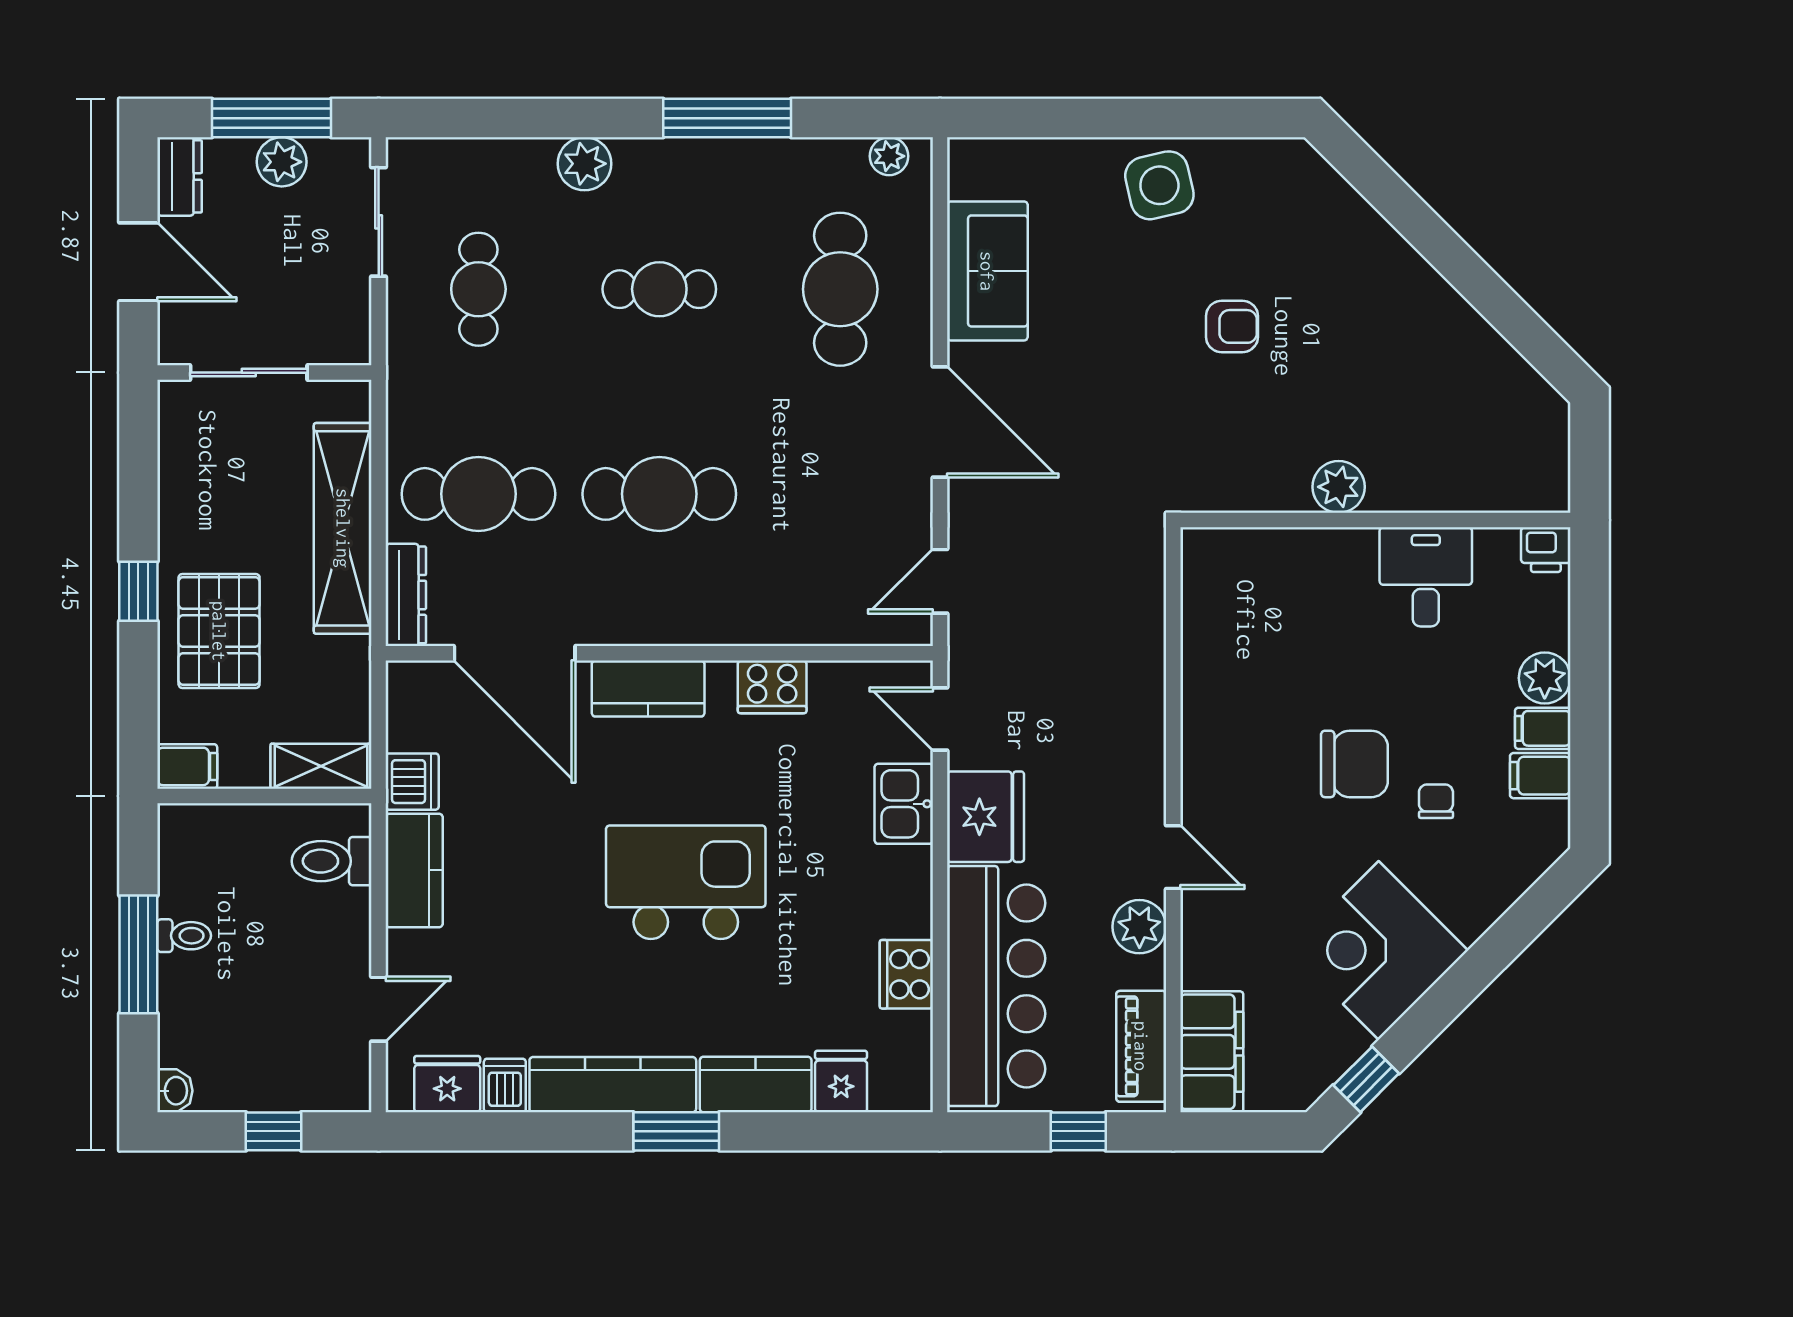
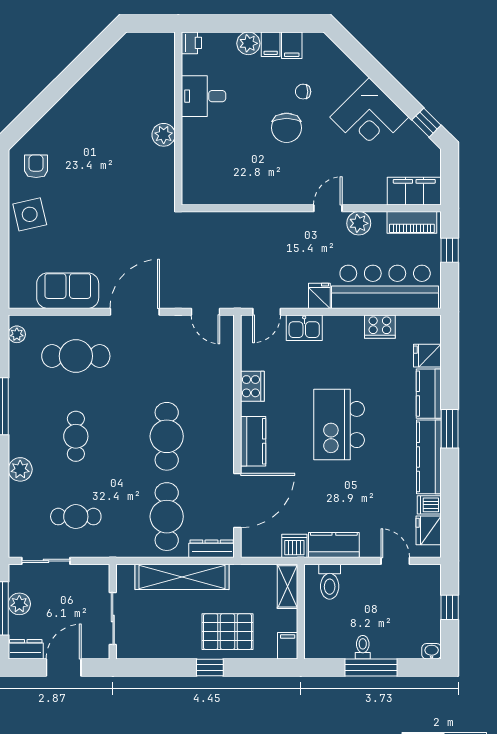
armchair: (1232, 326) -> (36, 166), moved
chair: (1354, 764) -> (287, 128), turned 180
fridge: (986, 817) -> (319, 296), width x0.53, depth x0.75

